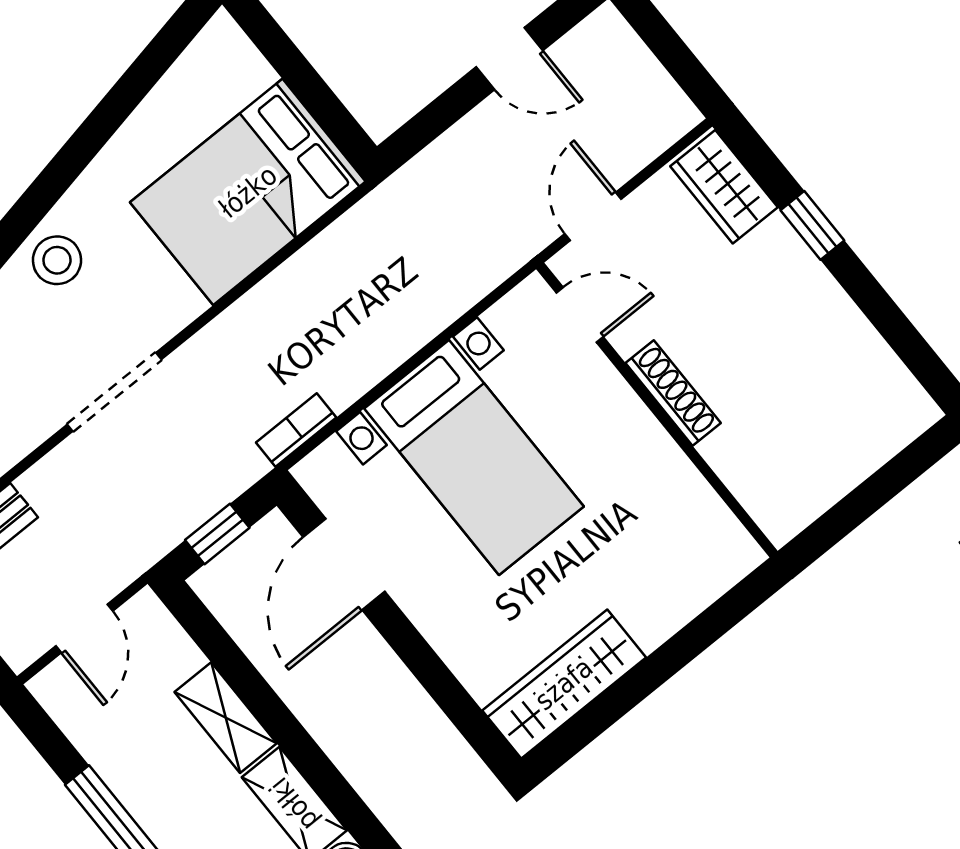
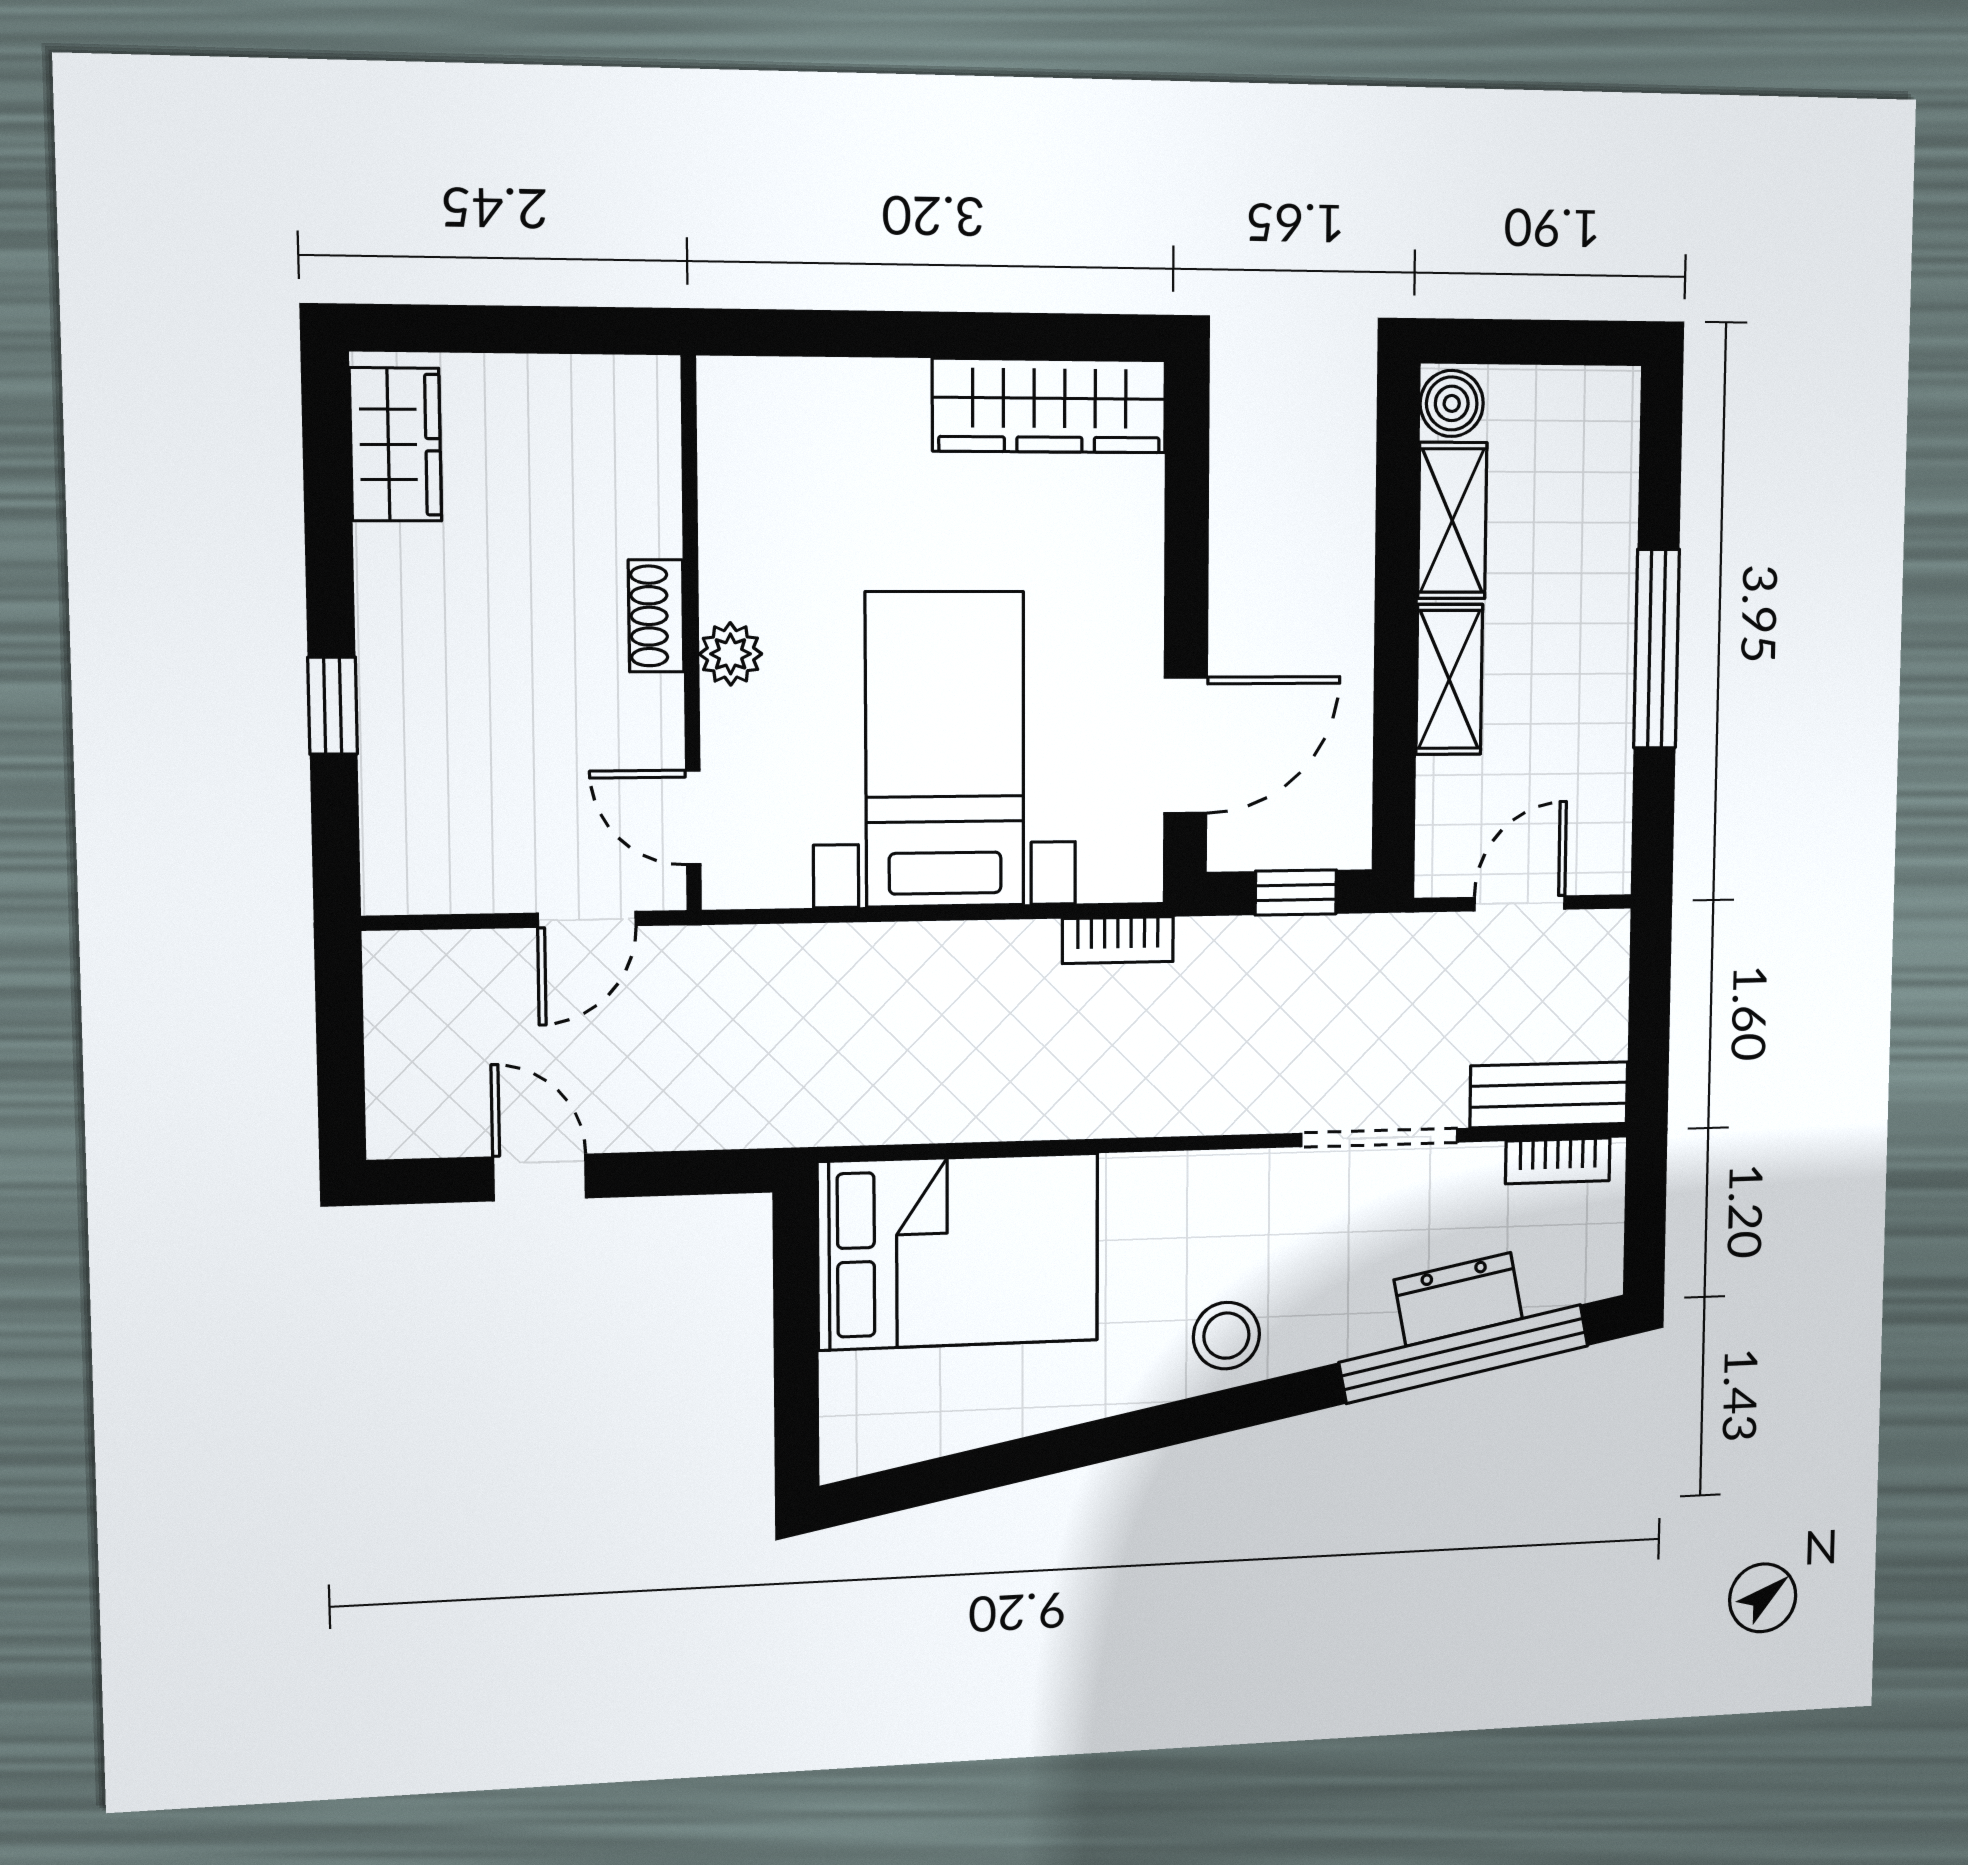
wardrobe: (724, 187) -> (396, 444), moved
doorway: (114, 392) -> (1380, 1138), moved
shoe rack: (673, 393) -> (656, 616), width x0.70
plant: (629, 417) -> (731, 654), added

